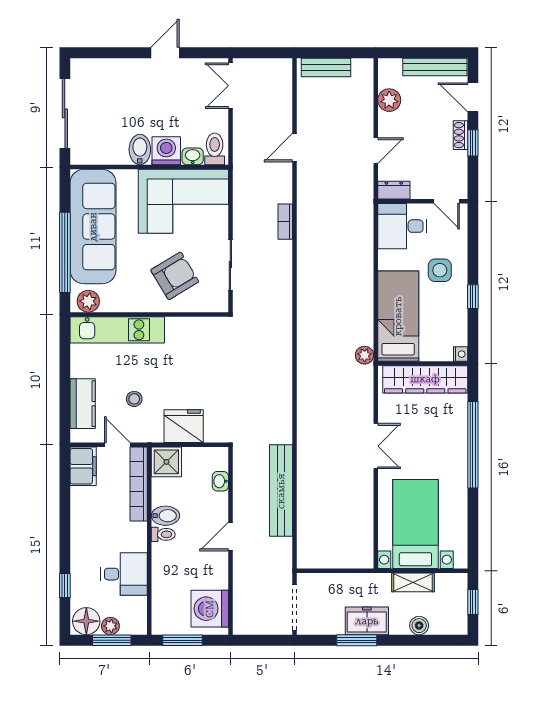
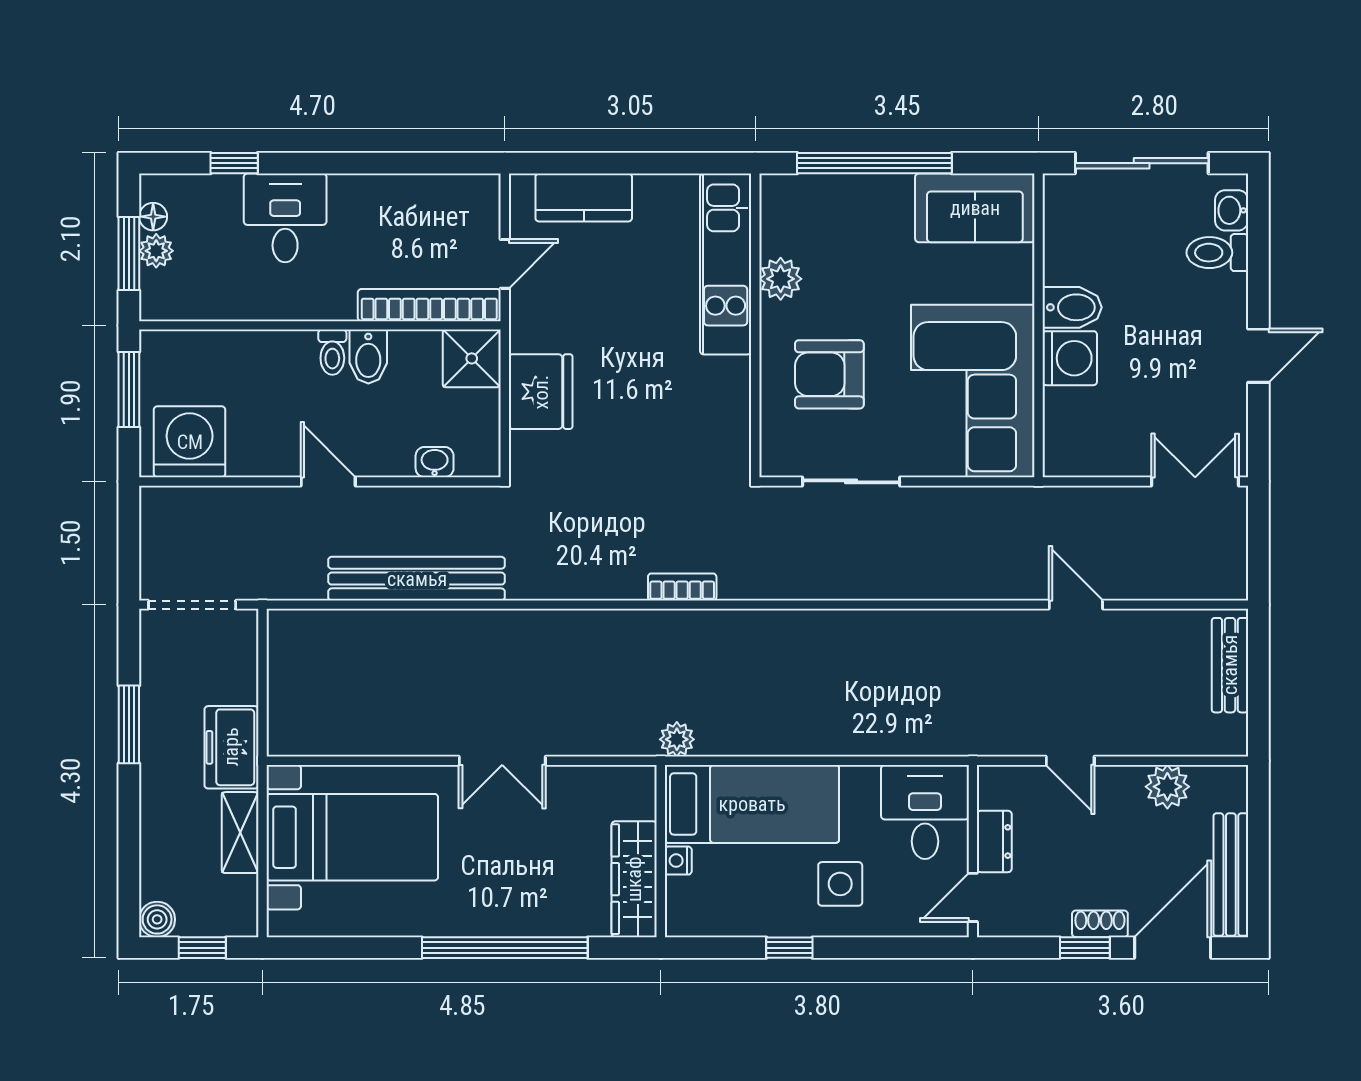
door: (165, 53) -> (1258, 356), hinge flipped
door: (473, 97) -> (1173, 948), width x1.38
toilet: (215, 149) -> (1217, 253), moved, turned 180
washbasin: (193, 156) -> (1232, 210), moved, turned 180
dresser: (394, 190) -> (994, 841), moved
bookcase: (285, 222) -> (682, 587), moved
sofa: (93, 227) -> (975, 208), width x0.54, depth x0.79
armchair: (175, 276) -> (829, 374), turned 121
plant: (88, 301) -> (781, 279), moved
nightstand: (461, 354) -> (678, 861), moved, turned 90
wardrobe: (425, 379) -> (634, 879), width x0.71, depth x0.85
stool: (134, 399) -> (593, 296), removed
filing cabinet: (83, 466) -> (463, 198), removed
desk: (124, 574) -> (285, 218), moved, turned 180
floor lamp: (86, 621) -> (153, 217), width x0.53, depth x0.53
freezer: (367, 621) -> (231, 747), moved, turned 180
boiler: (419, 626) -> (157, 919), moved

